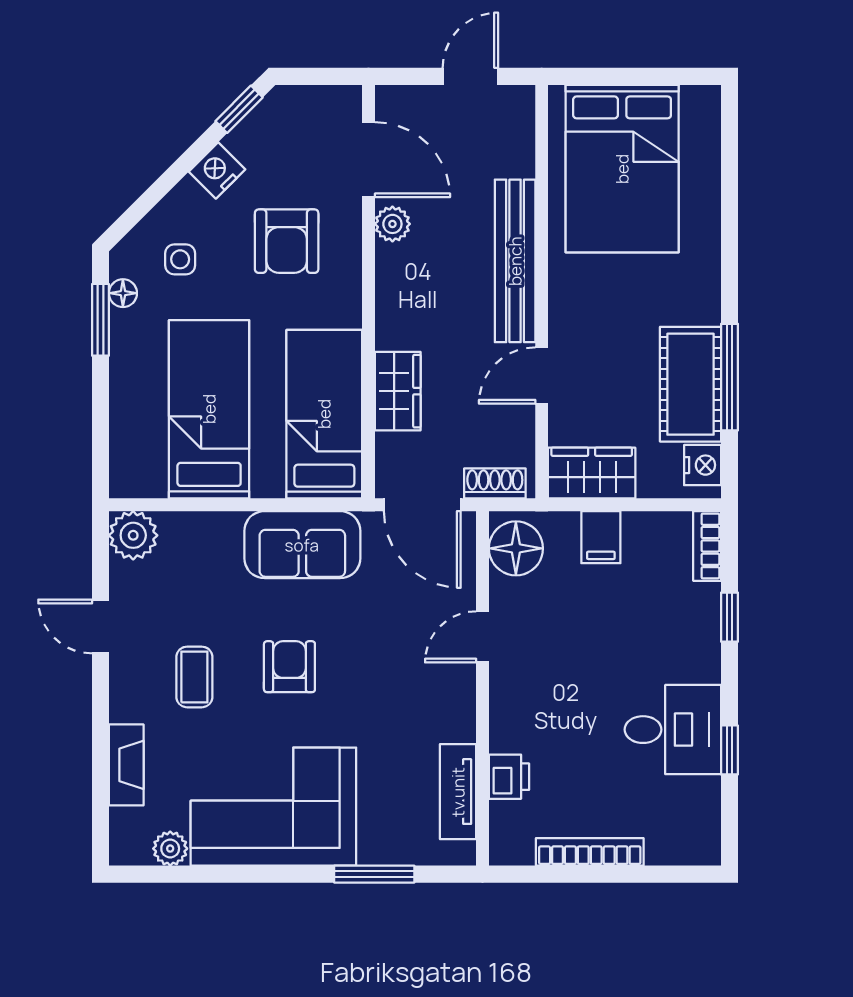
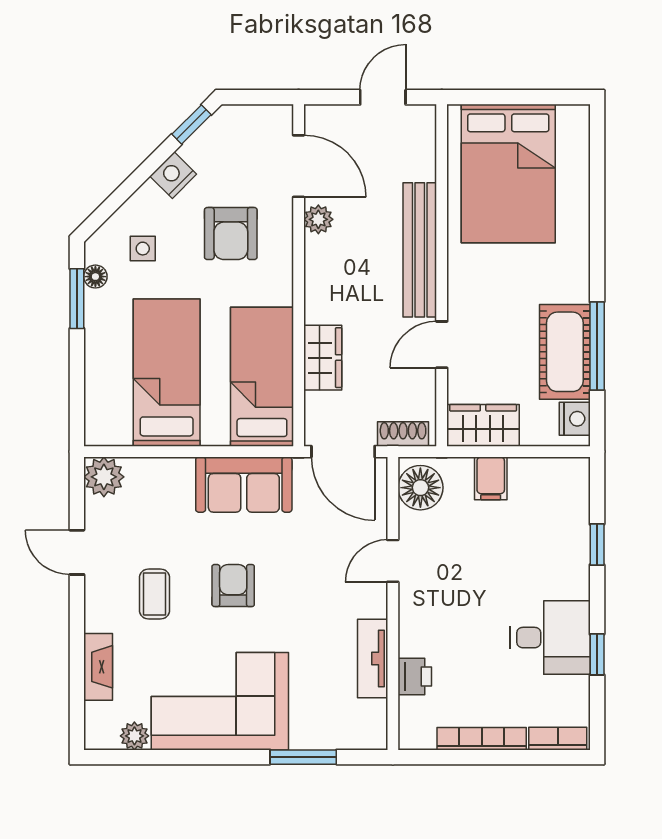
bookcase: (707, 546) -> (558, 739), moved, turned 90
tv unit: (458, 792) -> (373, 658), moved

